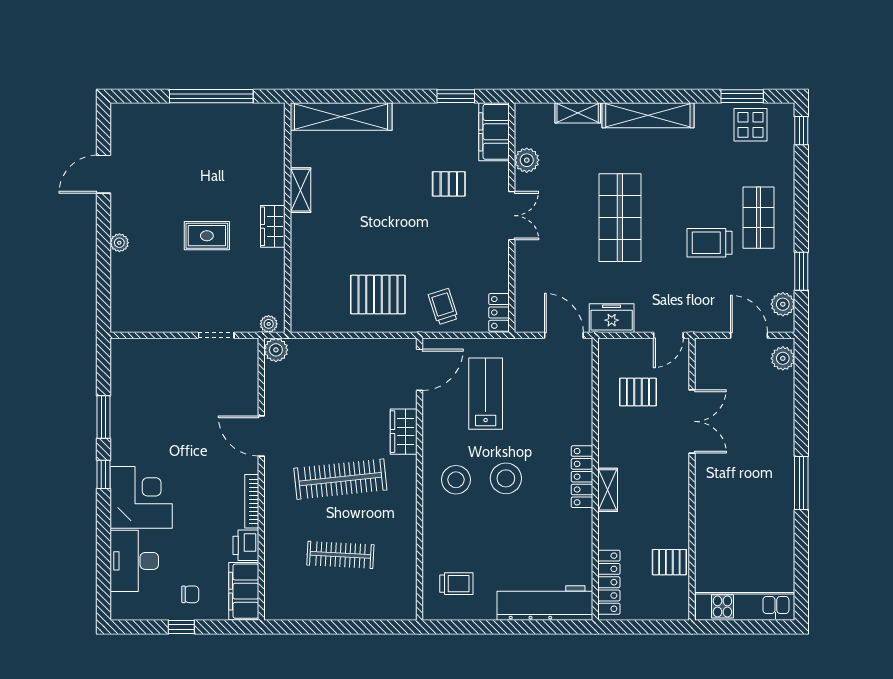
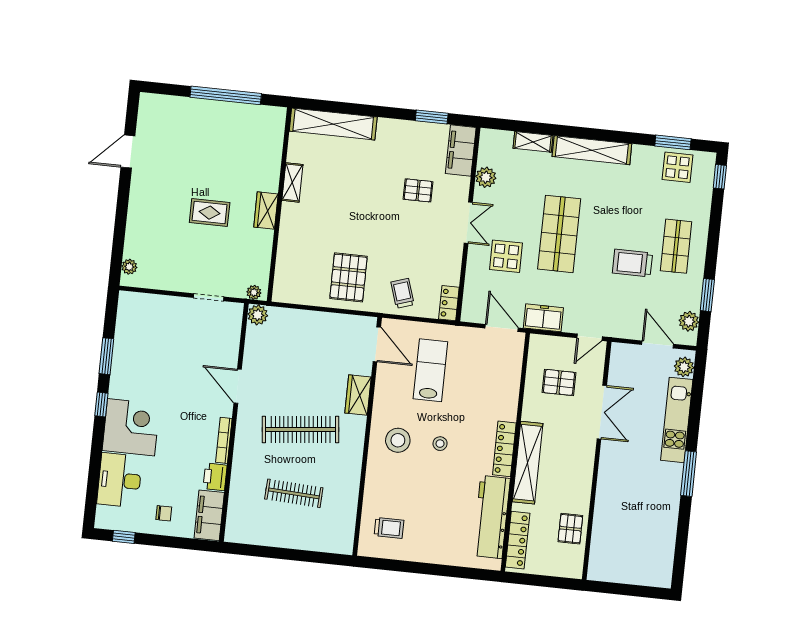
plant: (119, 243) -> (129, 267), moved
display table: (560, 250) -> (506, 256), added
pallet: (378, 295) -> (348, 277), turned 90
door: (419, 370) -> (377, 344), hinge flipped
stool: (506, 478) -> (440, 444), width x0.53, depth x0.53
shelving: (608, 490) -> (528, 463), width x2.20, depth x1.33
pallet: (669, 562) -> (570, 529), turned 90
workbench: (545, 603) -> (491, 517), moved, turned -90
kitchen unit: (745, 606) -> (677, 420), moved, turned -90
window: (181, 627) -> (124, 537), moved

